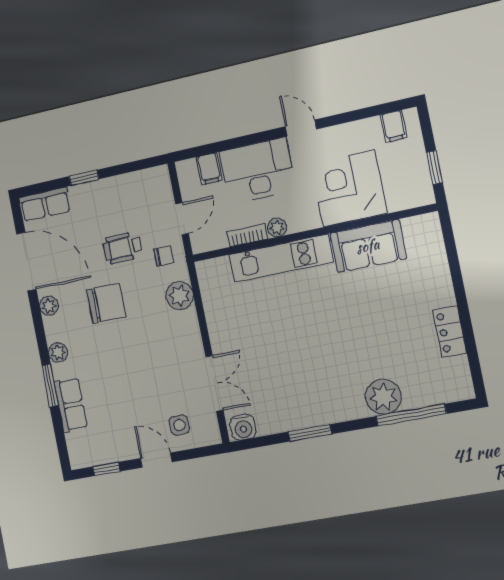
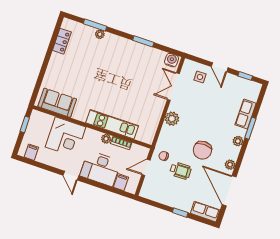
sofa: (368, 246) -> (57, 103), moved
plant: (180, 296) -> (172, 119), moved
chair: (106, 303) -> (202, 150), turned -90
locker: (450, 332) -> (62, 41), moved
plant: (383, 397) -> (100, 34), width x0.53, depth x0.53
window: (411, 415) -> (95, 25), width x0.69

